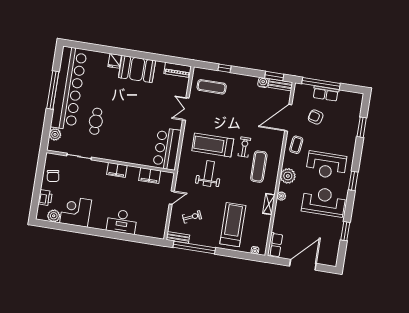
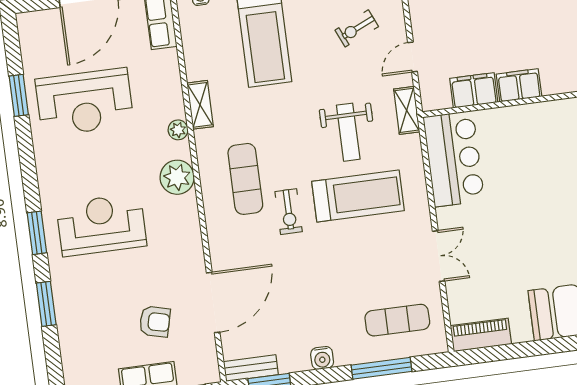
window: (224, 68) -> (381, 368), width x2.17
water cooler: (263, 82) -> (322, 358), moved
window: (362, 127) -> (46, 304), moved
coffee table: (296, 145) -> (179, 250), removed
filing cabinet: (117, 170) -> (519, 85), moved
shelving: (181, 175) -> (407, 110), added
window: (353, 181) -> (37, 233), moved
reception desk: (324, 202) -> (85, 102), moved

